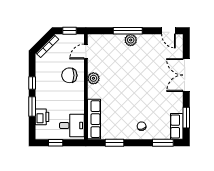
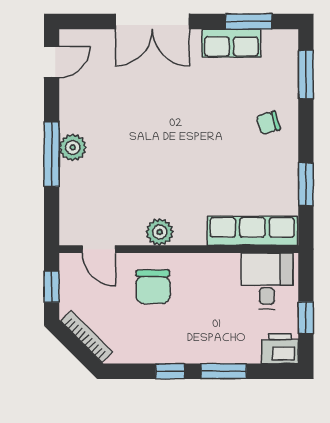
printer: (42, 117) -> (280, 349), moved
row of seats: (177, 126) -> (231, 43), moved

